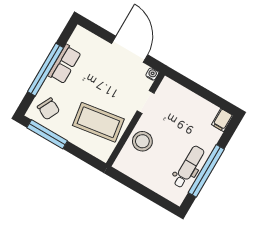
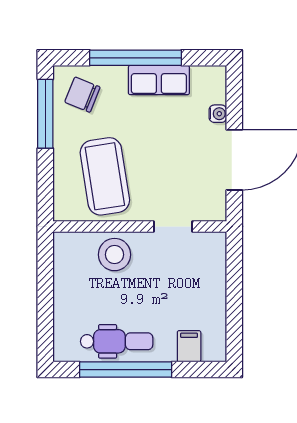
water cooler: (152, 74) -> (218, 114), moved
chair: (49, 109) -> (82, 95), turned 86
filing cabinet: (222, 120) -> (189, 346), moved, turned 90

